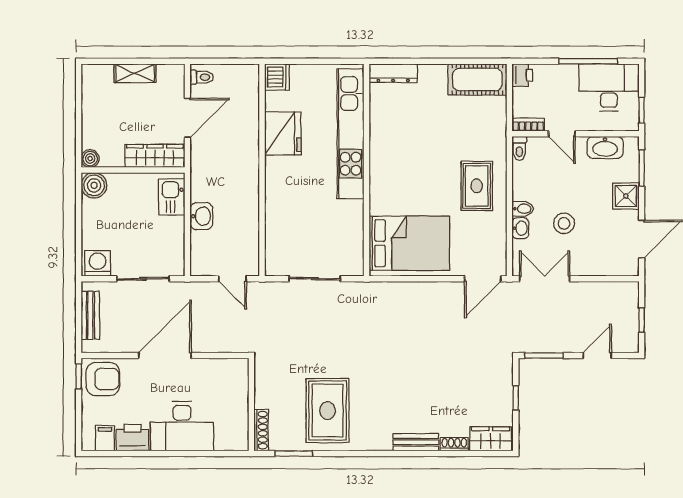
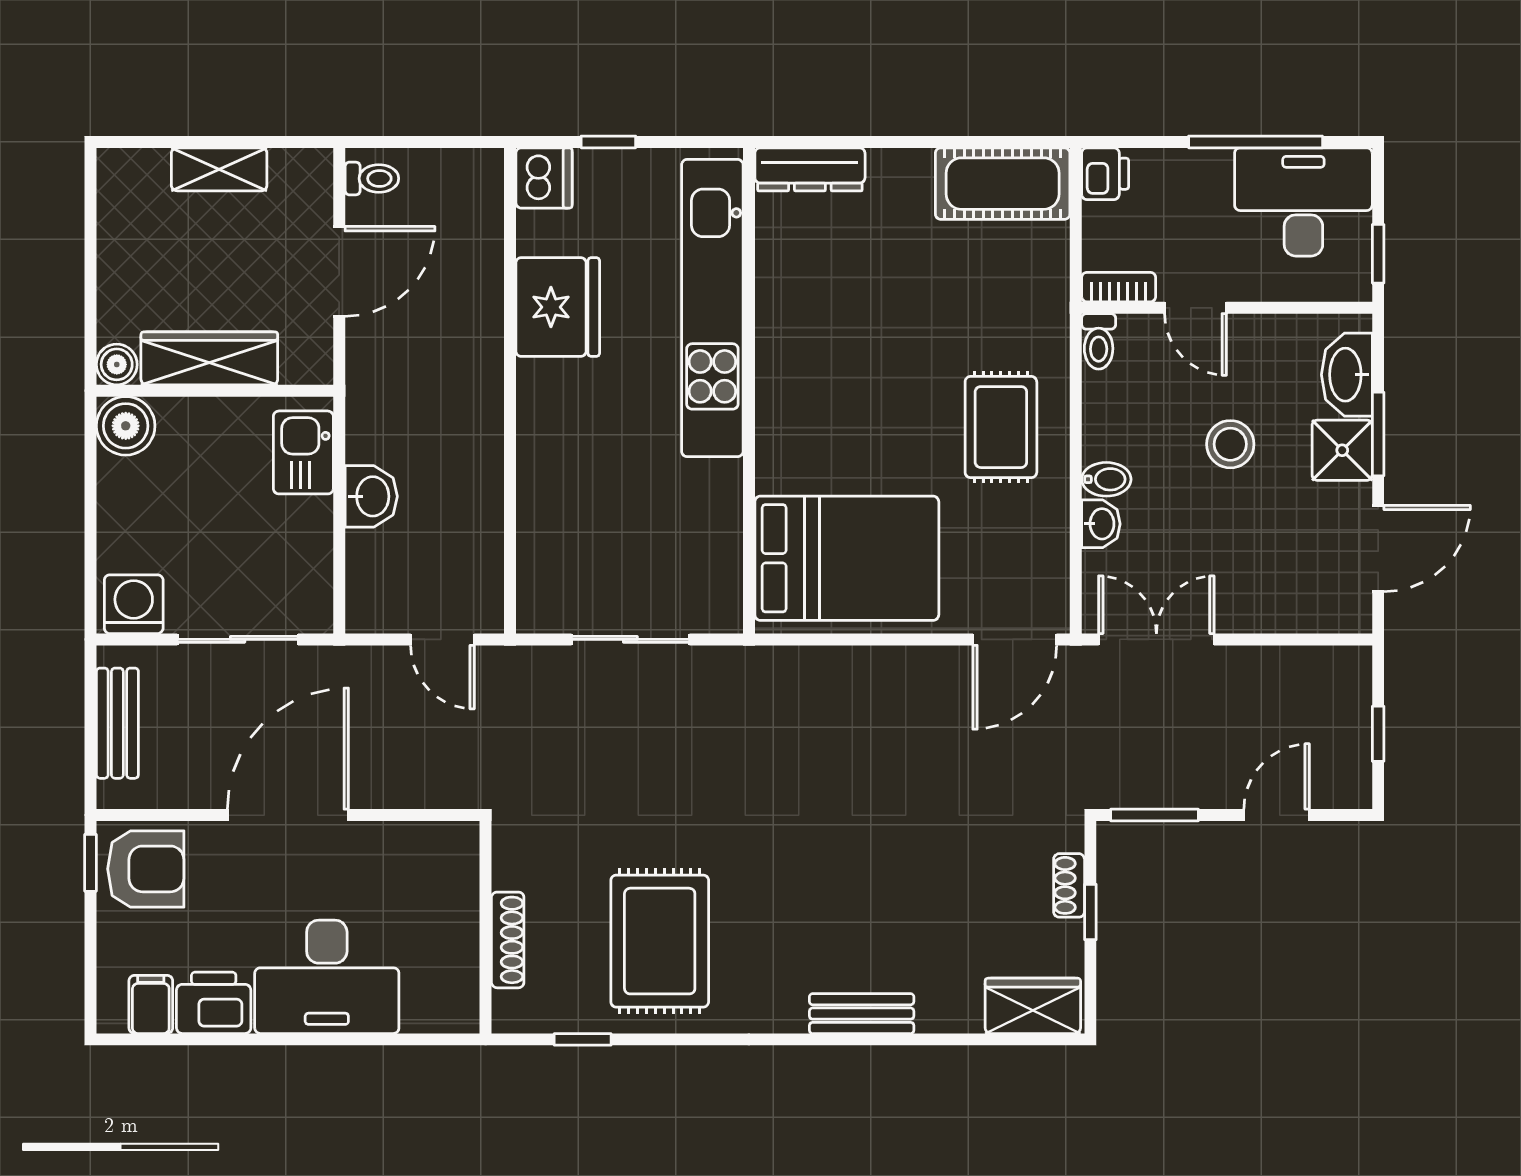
window: (305, 61) -> (608, 142), added
washbasin: (605, 147) -> (1347, 375), moved, turned 90
wardrobe: (155, 156) -> (209, 358), moved
window: (642, 168) -> (1378, 434), moved
stool: (564, 223) -> (1230, 444), moved
shoe rack: (261, 430) -> (508, 940), moved
shoe rack: (454, 444) -> (1069, 885), moved, turned -90
window: (294, 454) -> (583, 1039), width x0.67

